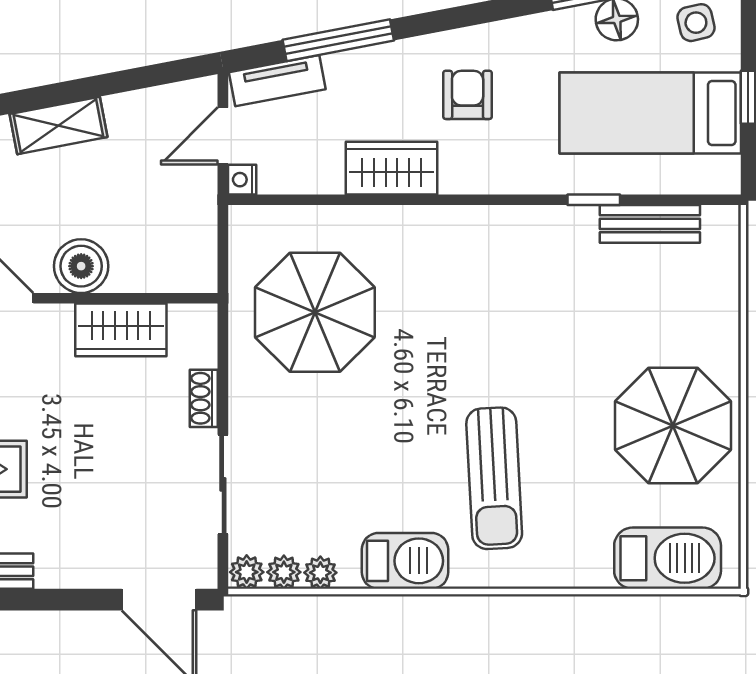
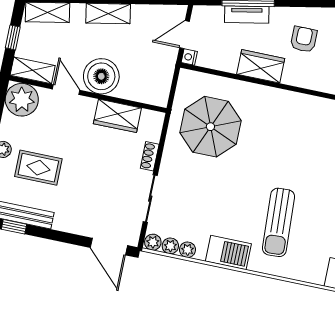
tv unit: (277, 81) -> (247, 14), moved
boiler: (81, 266) -> (101, 76), width x1.37, depth x1.37

